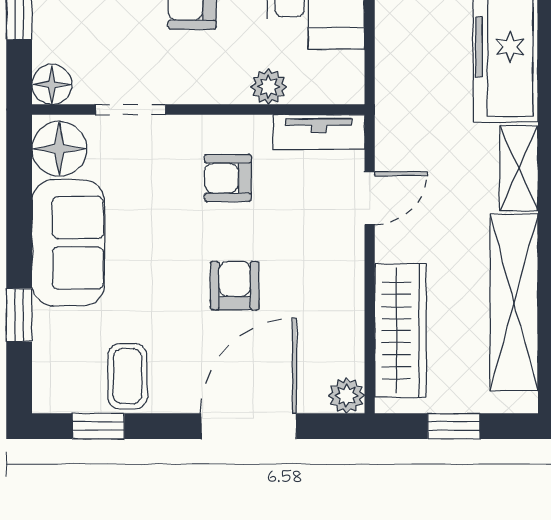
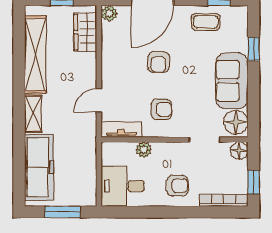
wardrobe: (400, 331) -> (85, 32), width x0.67
coffee table: (127, 376) -> (206, 22), turned 90

